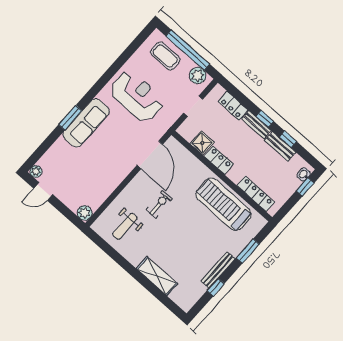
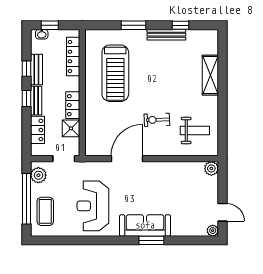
shower: (202, 143) -> (71, 128), moved
locker: (219, 160) -> (73, 105), moved
wall: (222, 176) -> (82, 93), moved
locker: (256, 194) -> (73, 57), moved

